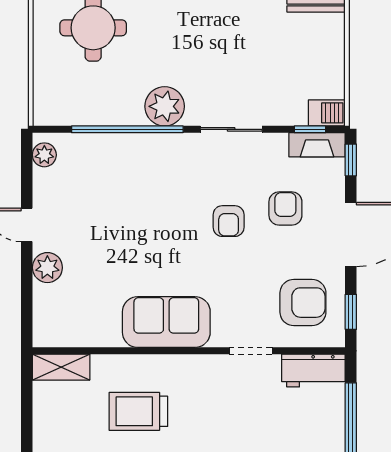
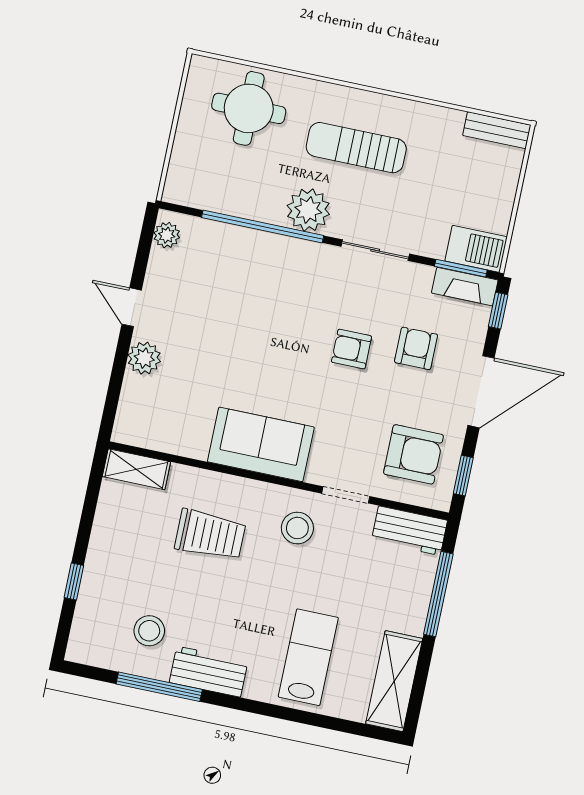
sun lounger: (195, 42) -> (356, 148), added
barbecue: (327, 113) -> (476, 249), width x1.38, depth x1.27
window: (310, 129) -> (461, 268), width x1.50
armchair: (229, 221) -> (352, 349), turned 90
stool: (214, 389) -> (297, 528), added
trolley: (138, 411) -> (210, 535), turned 180

